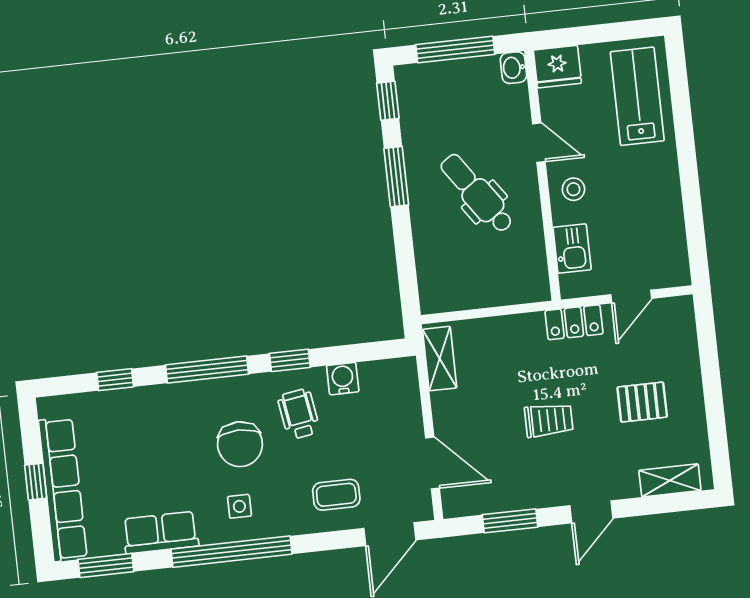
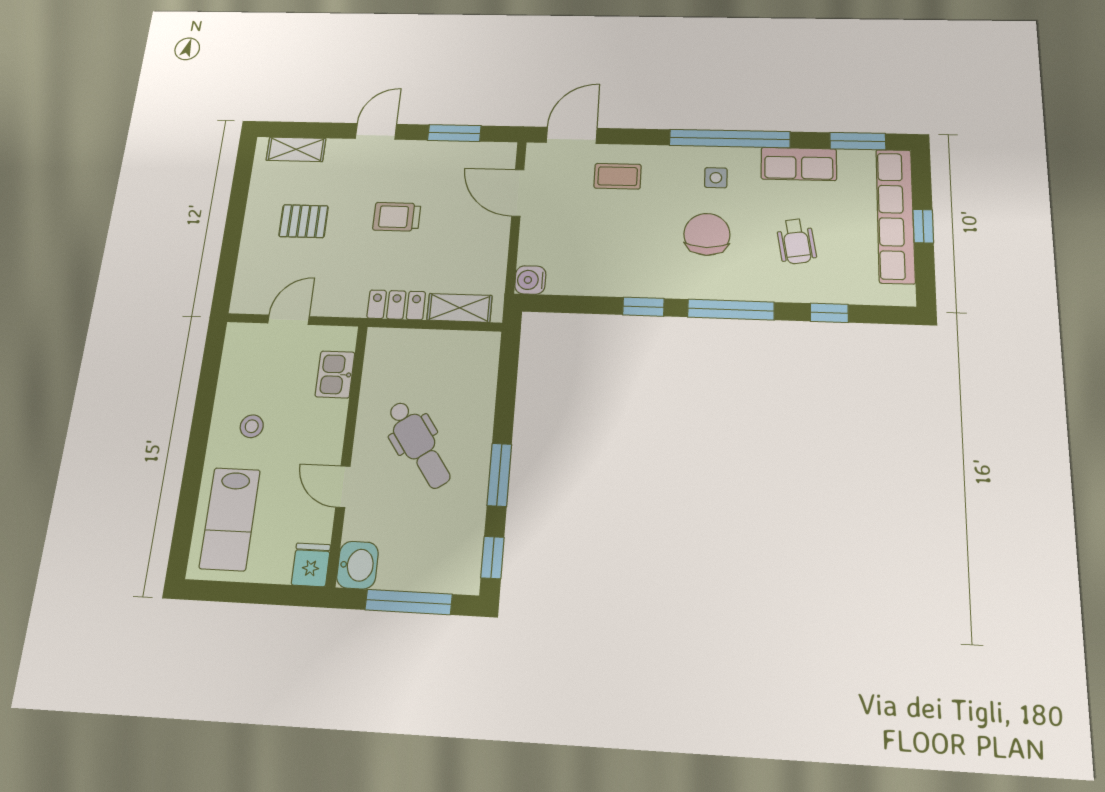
fridge: (557, 67) -> (311, 565), width x0.72
washbasin: (514, 68) -> (358, 565), width x1.38, depth x1.45
stool: (573, 189) -> (252, 426), moved
locker: (574, 322) -> (396, 305), moved
shelving: (440, 359) -> (459, 308), moved, turned 90
water cooler: (343, 379) -> (530, 280), moved, turned 90
wheelchair: (299, 414) -> (796, 241), moved

